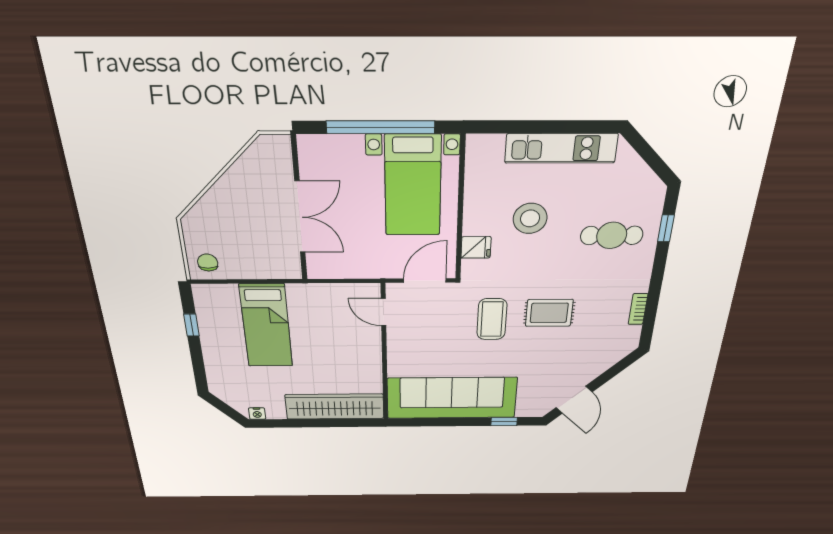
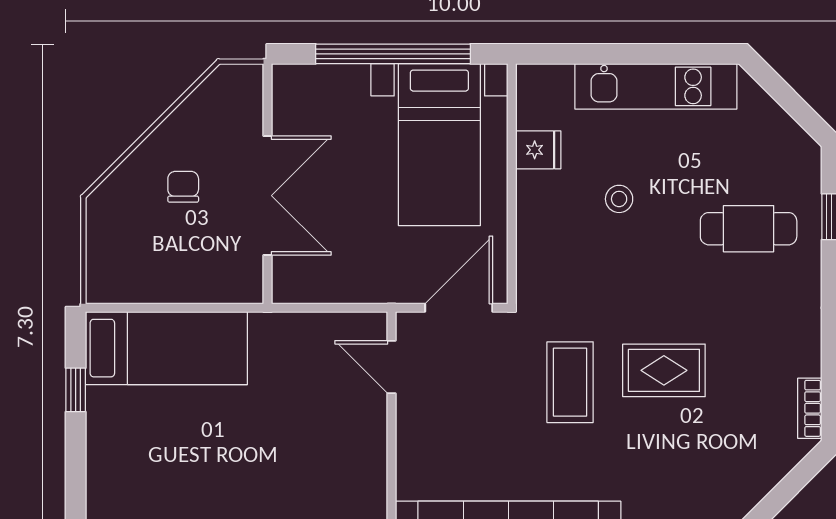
stool: (530, 218) -> (619, 199), width x0.53, depth x0.53
fridge: (476, 247) -> (538, 150), moved
chair: (208, 263) -> (183, 187), moved
bookcase: (638, 309) -> (810, 408), moved
bed: (266, 326) -> (166, 348), moved, turned -90

